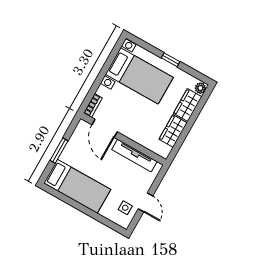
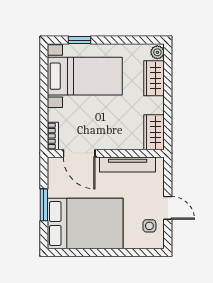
window: (171, 60) -> (80, 40), moved
wardrobe: (173, 131) -> (154, 132), moved
bed: (77, 186) -> (85, 223), width x1.50

